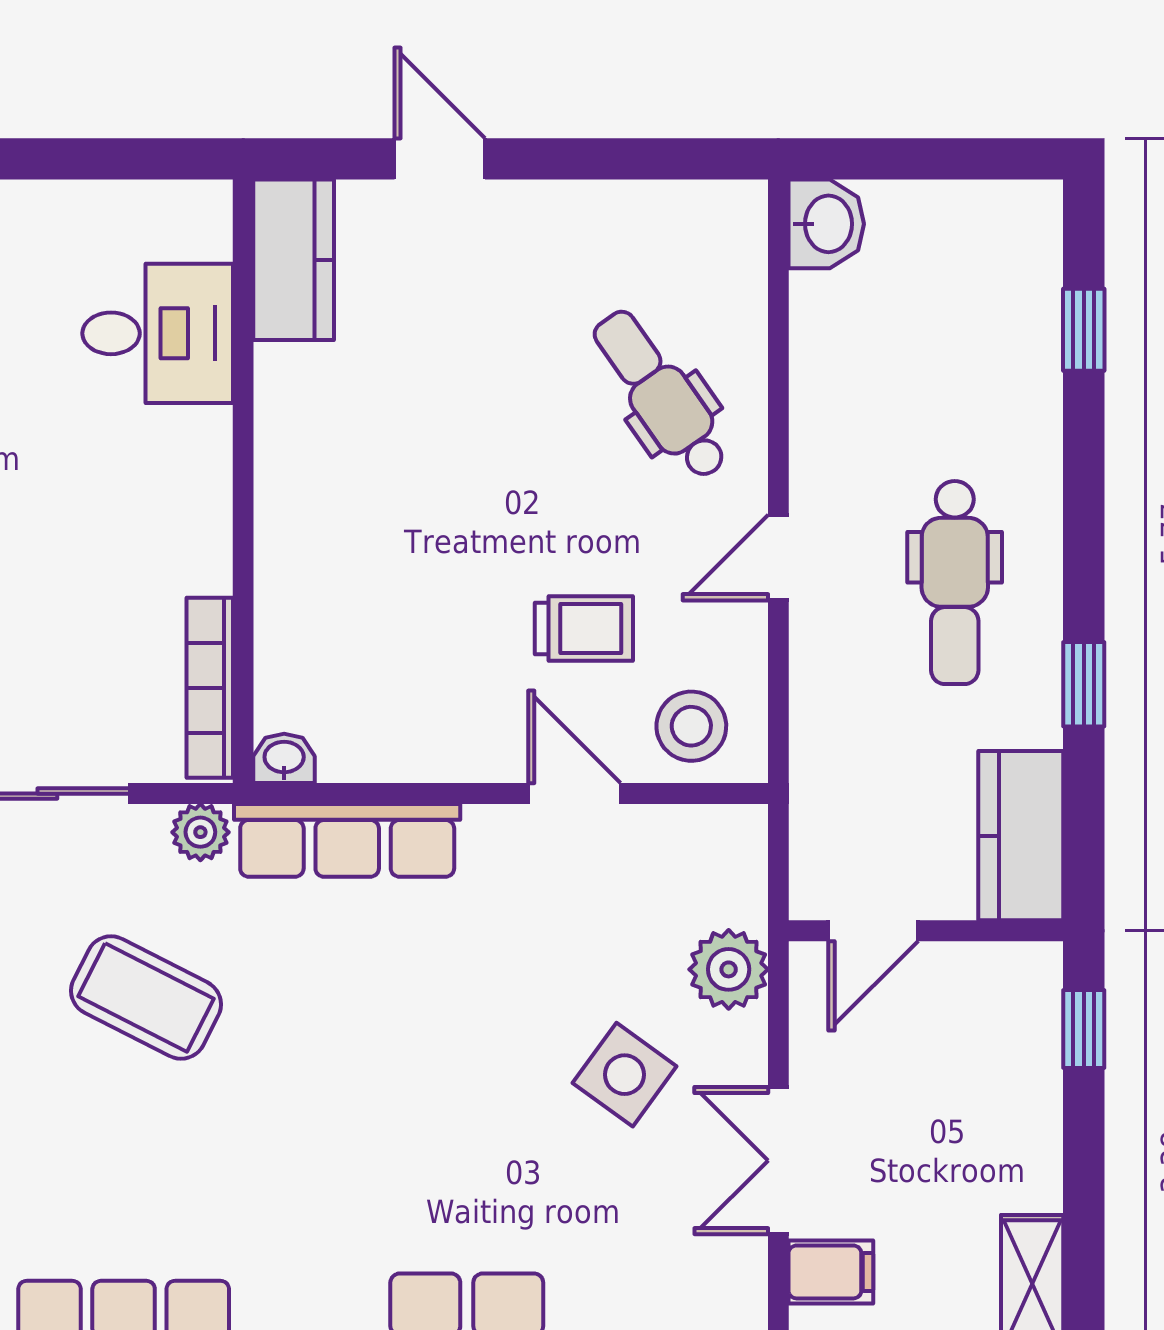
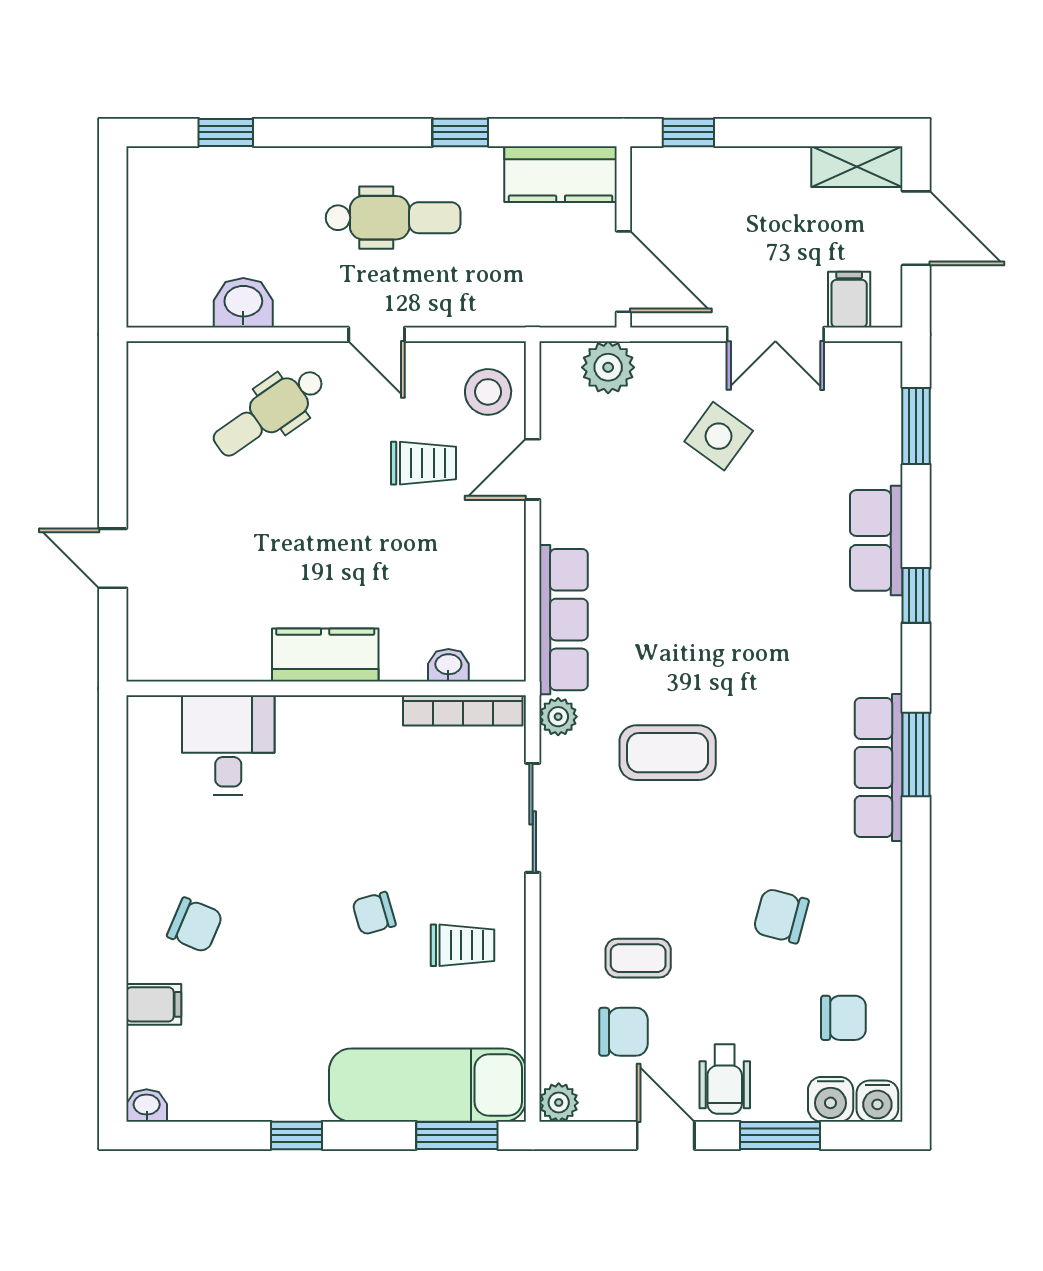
door: (440, 159) -> (113, 558), hinge flipped
washbasin: (826, 224) -> (243, 303), moved
kitchen counter: (294, 260) -> (325, 655), moved
trolley: (584, 629) -> (423, 463), turned 90
washbasin: (284, 758) -> (448, 665), moved, turned 90
door: (873, 931) -> (623, 272), width x1.38
plant: (729, 969) -> (608, 367), moved
coffee table: (146, 998) -> (668, 753), turned 63

